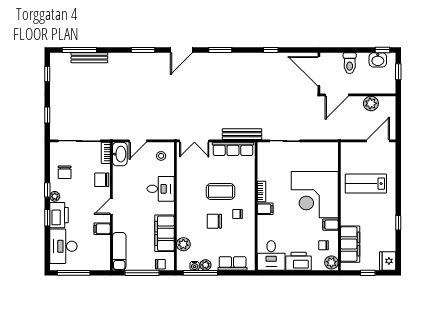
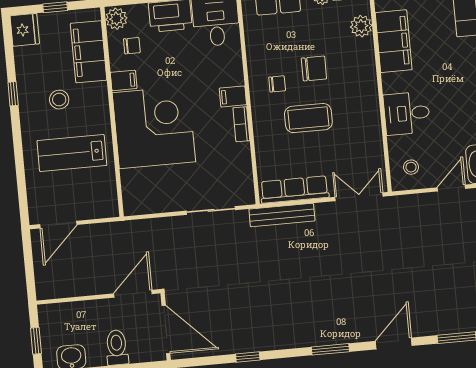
plant: (371, 103) -> (76, 285), removed
lab bench: (366, 184) -> (72, 153), turned 180
stool: (371, 217) -> (59, 100), added

